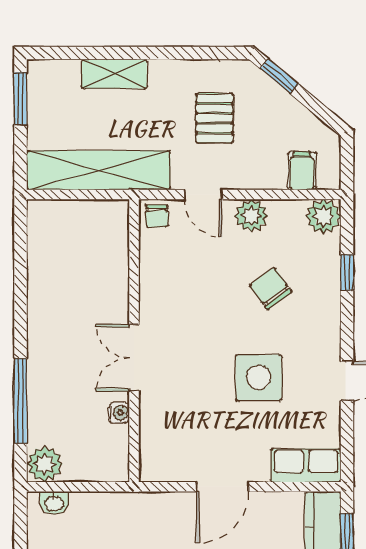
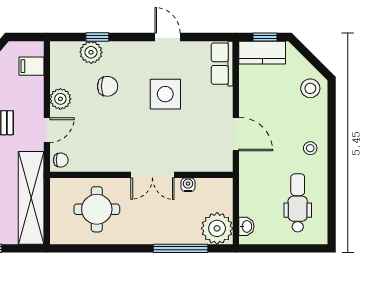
plant: (323, 217) -> (91, 52), moved
round table: (81, 272) -> (97, 209), added
chair: (271, 288) -> (108, 86), turned -144
plant: (45, 464) -> (217, 228), width x1.36, depth x1.36
door: (222, 487) -> (236, 134), moved

